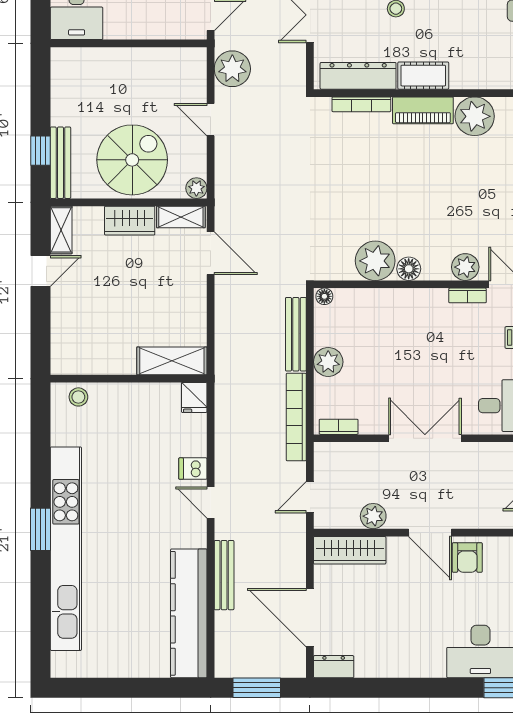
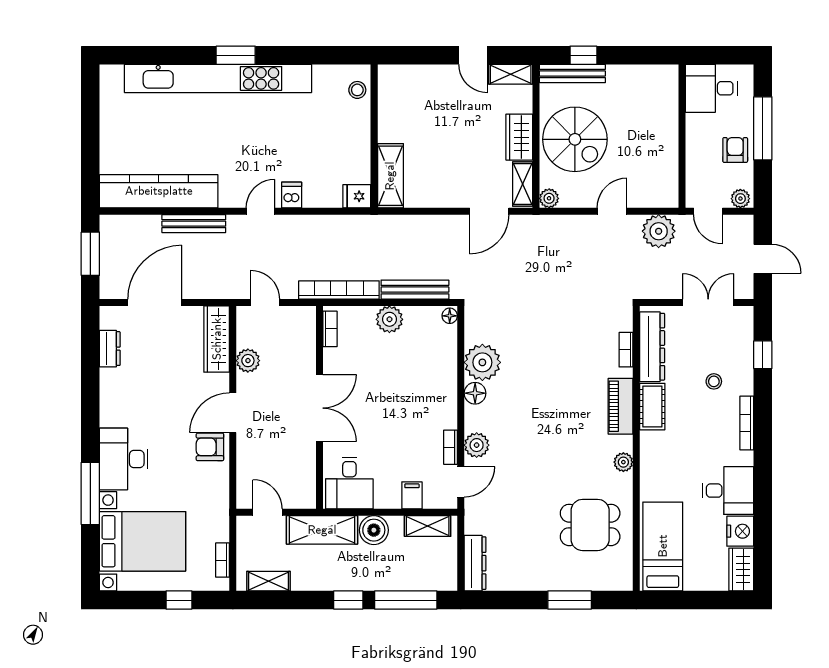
bookcase: (361, 104) -> (626, 350), width x0.64
plant: (475, 116) -> (623, 462), width x0.53, depth x0.53
dresser: (334, 667) -> (110, 349), moved

